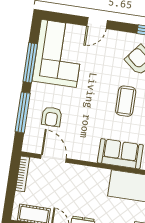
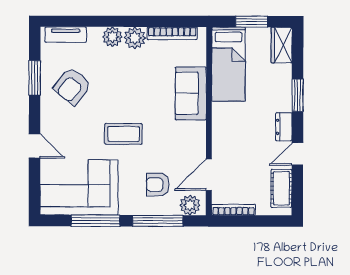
coffee table: (126, 101) -> (123, 134), moved
armchair: (52, 117) -> (158, 185), turned 180
plant: (31, 140) -> (190, 205), added

